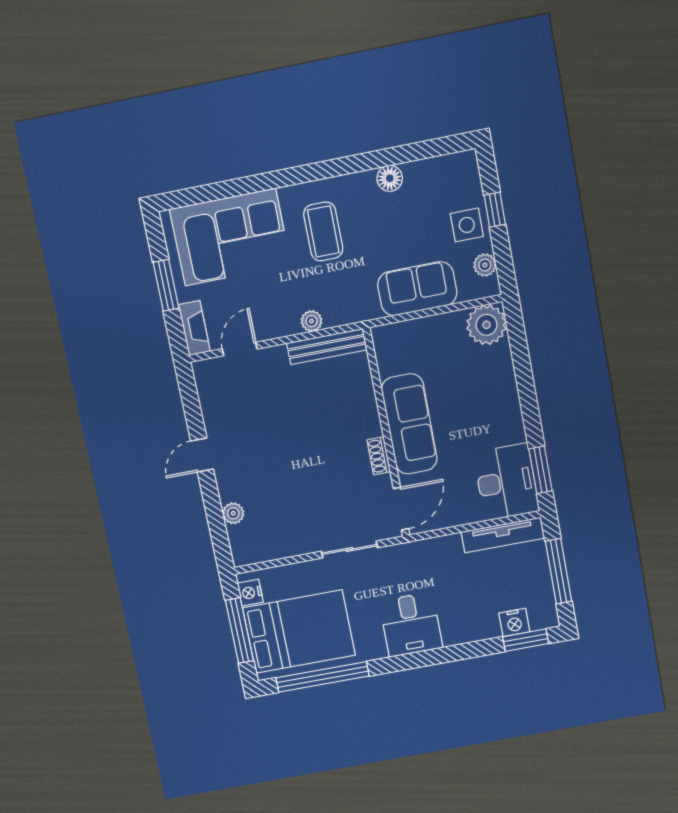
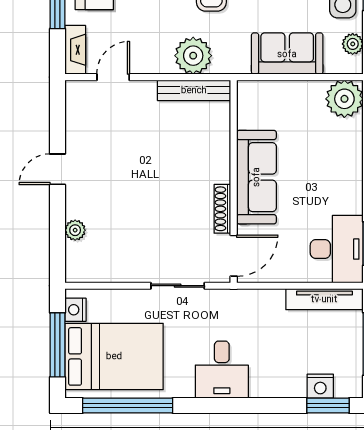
plant: (312, 321) -> (193, 56), width x1.88, depth x1.88
shoe rack: (379, 456) -> (222, 209), width x1.43

